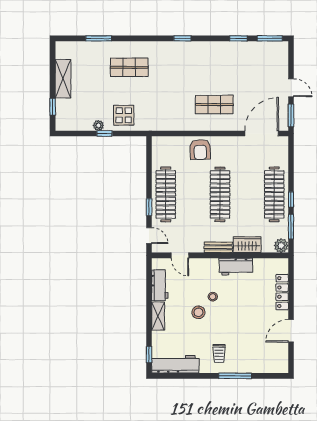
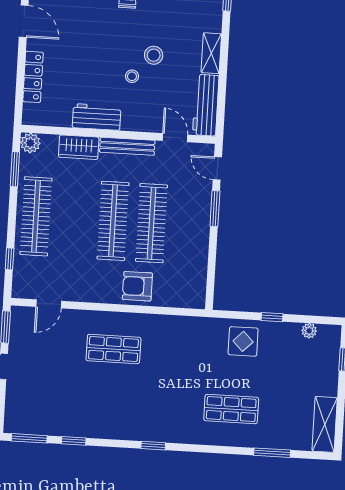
shelving: (63, 79) -> (325, 424), moved
plant: (98, 125) -> (309, 331), moved
door: (262, 133) -> (49, 304), width x0.53
armchair: (200, 150) -> (137, 286), turned -88
clothes rail: (166, 194) -> (152, 223), moved
window: (291, 199) -> (10, 259), moved
window: (149, 207) -> (215, 209), width x1.50
bench: (218, 247) -> (127, 146), width x1.36
workbench: (160, 285) -> (206, 105), width x1.38
door: (291, 331) -> (24, 21), hinge flipped

